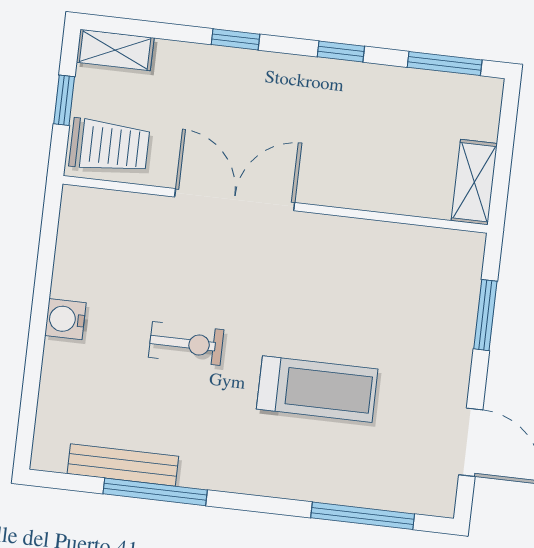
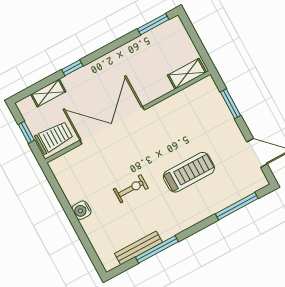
shelving: (115, 50) -> (48, 93), moved
window: (341, 52) -> (113, 46), removed
shelving: (474, 182) -> (187, 74), moved, turned 90
double door: (235, 200) -> (112, 125), width x1.36

